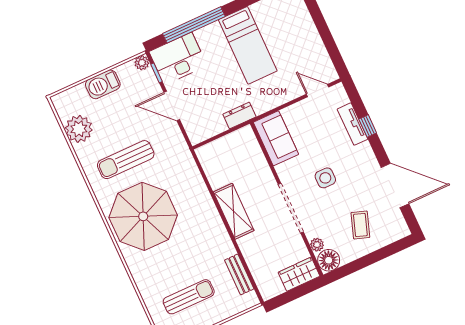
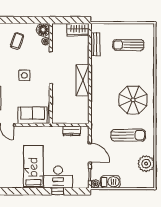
window: (194, 25) -> (58, 191), width x0.32
desk: (178, 59) -> (58, 177), moved
barbecue: (103, 84) -> (110, 182), moved
dresser: (239, 115) -> (72, 131), moved
sofa: (276, 138) -> (33, 115), moved, turned 90
parasol: (143, 216) -> (133, 100), width x0.73, depth x0.73
wardrobe: (299, 274) -> (78, 30), moved

